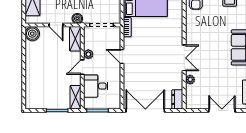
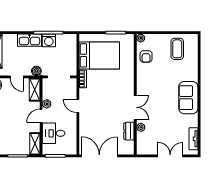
dresser: (177, 99) -> (129, 131), moved

